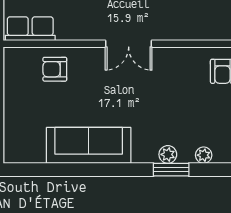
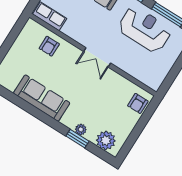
armchair: (55, 69) -> (49, 46), turned -90
plant: (204, 155) -> (106, 140), width x1.87, depth x1.87

